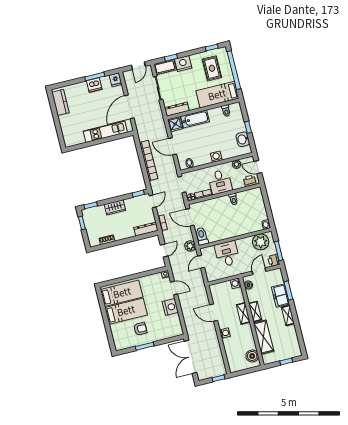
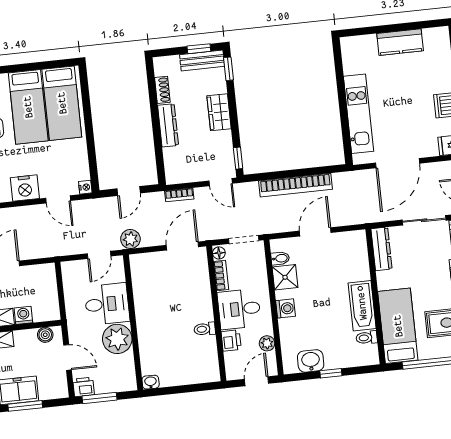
kitchen counter: (60, 102) -> (400, 42), moved
door: (129, 107) -> (398, 163), swing flipped
bathtub: (195, 119) -> (362, 306), moved
shower: (175, 124) -> (285, 277), moved
printer: (250, 181) -> (231, 340), moved
bench: (88, 220) -> (202, 60), added
dresser: (146, 229) -> (168, 125), moved
toilet: (202, 236) -> (145, 262), removed
plant: (261, 242) -> (117, 339), moved
door: (164, 251) -> (129, 191), hinge flipped
door: (201, 262) -> (99, 255), swing flipped
washing machine: (236, 283) -> (23, 315), moved
door: (174, 288) -> (58, 199), hinge flipped

